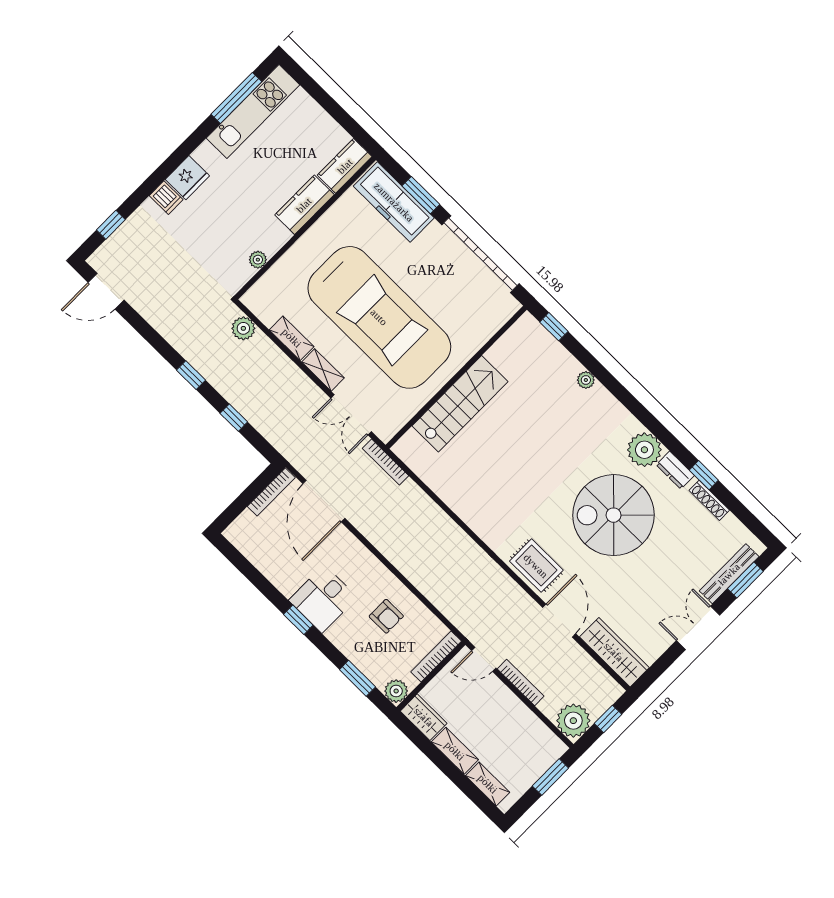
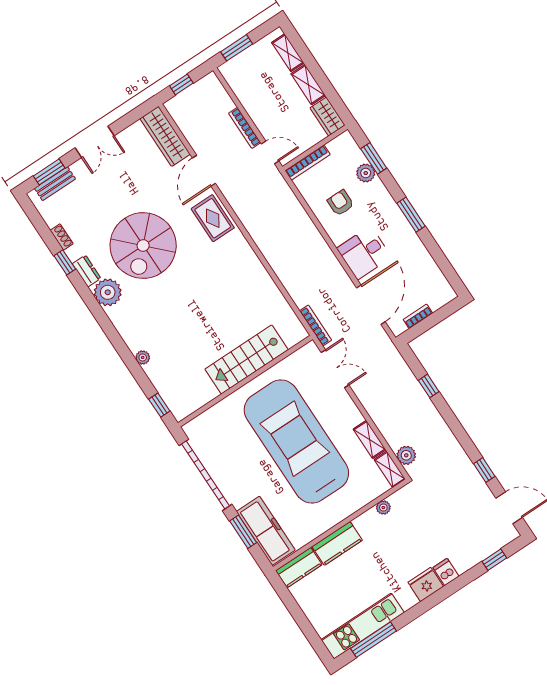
shelving: (323, 370) -> (390, 469), moved
window: (191, 375) -> (484, 470), moved
bookcase: (271, 492) -> (418, 316), width x0.64
shoe rack: (709, 500) -> (62, 237), width x0.70
spiral stairs: (614, 515) -> (143, 246), turned 90
bench: (729, 574) -> (55, 184), width x0.73
desk: (323, 599) -> (364, 253), moved, turned 180
window: (298, 620) -> (411, 215), width x1.50
plant: (396, 691) -> (366, 173), moved
plant: (573, 721) -> (209, 89), removed

